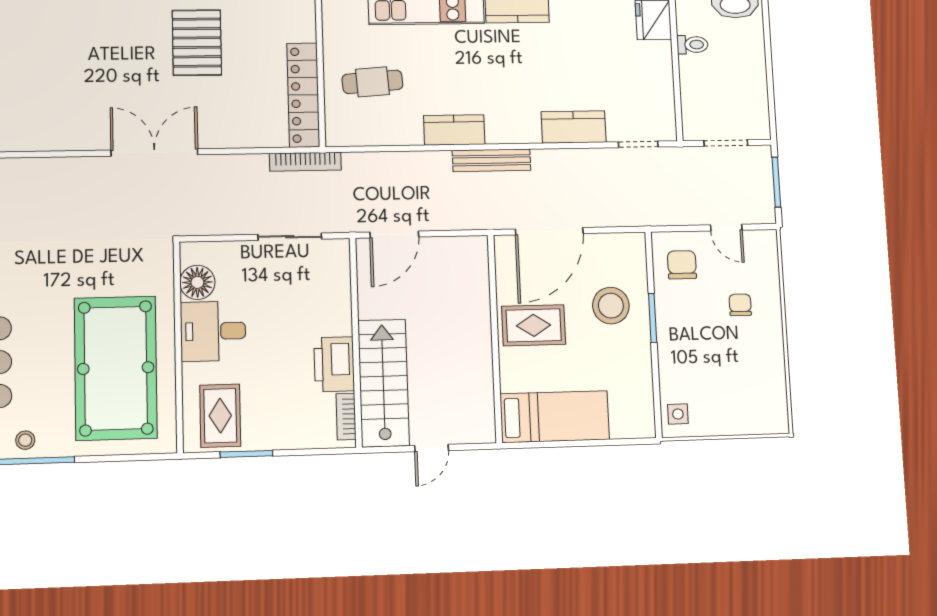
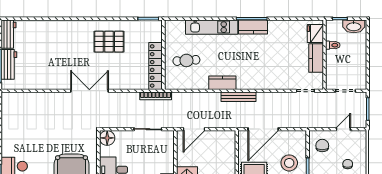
pallet: (197, 43) -> (109, 42), turned 90
kitchen counter: (574, 127) -> (316, 58), moved, turned -90
door: (726, 228) -> (343, 129), swing flipped
floor lamp: (197, 282) -> (107, 138), moved

